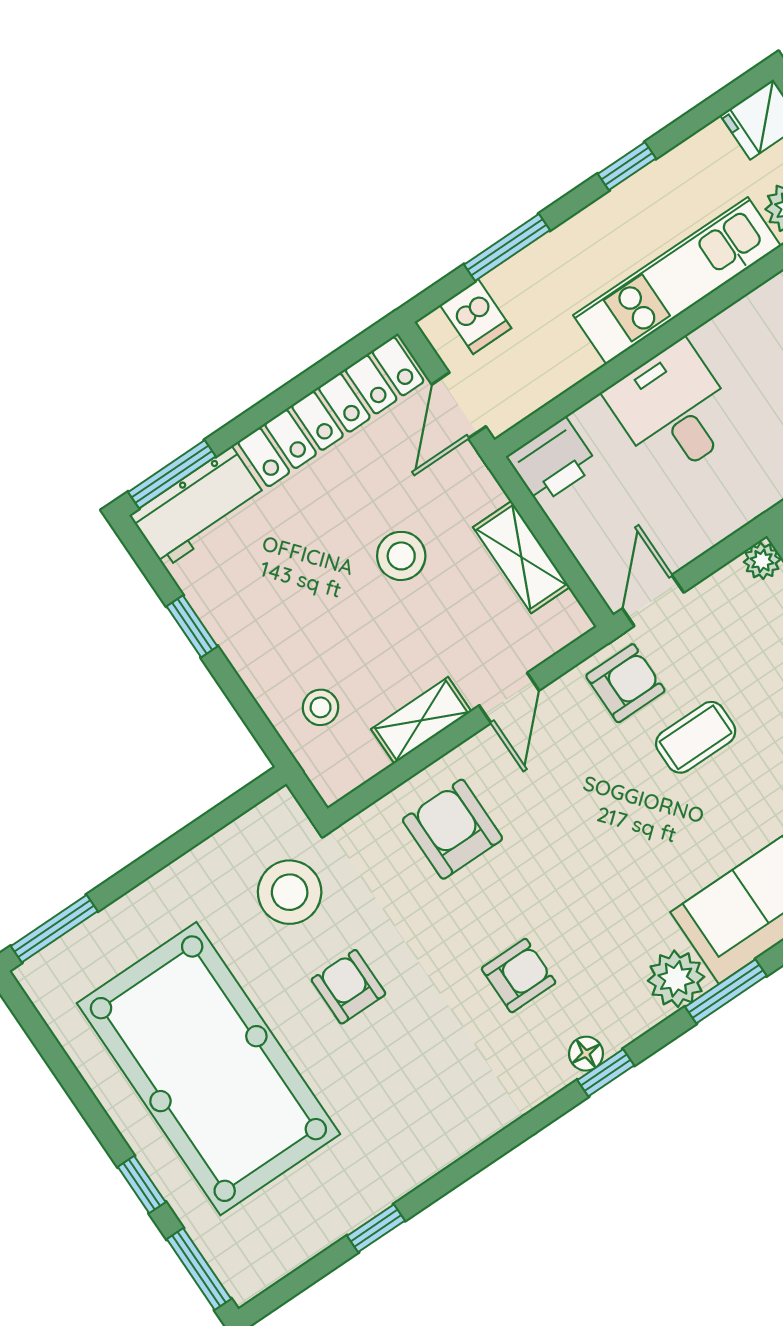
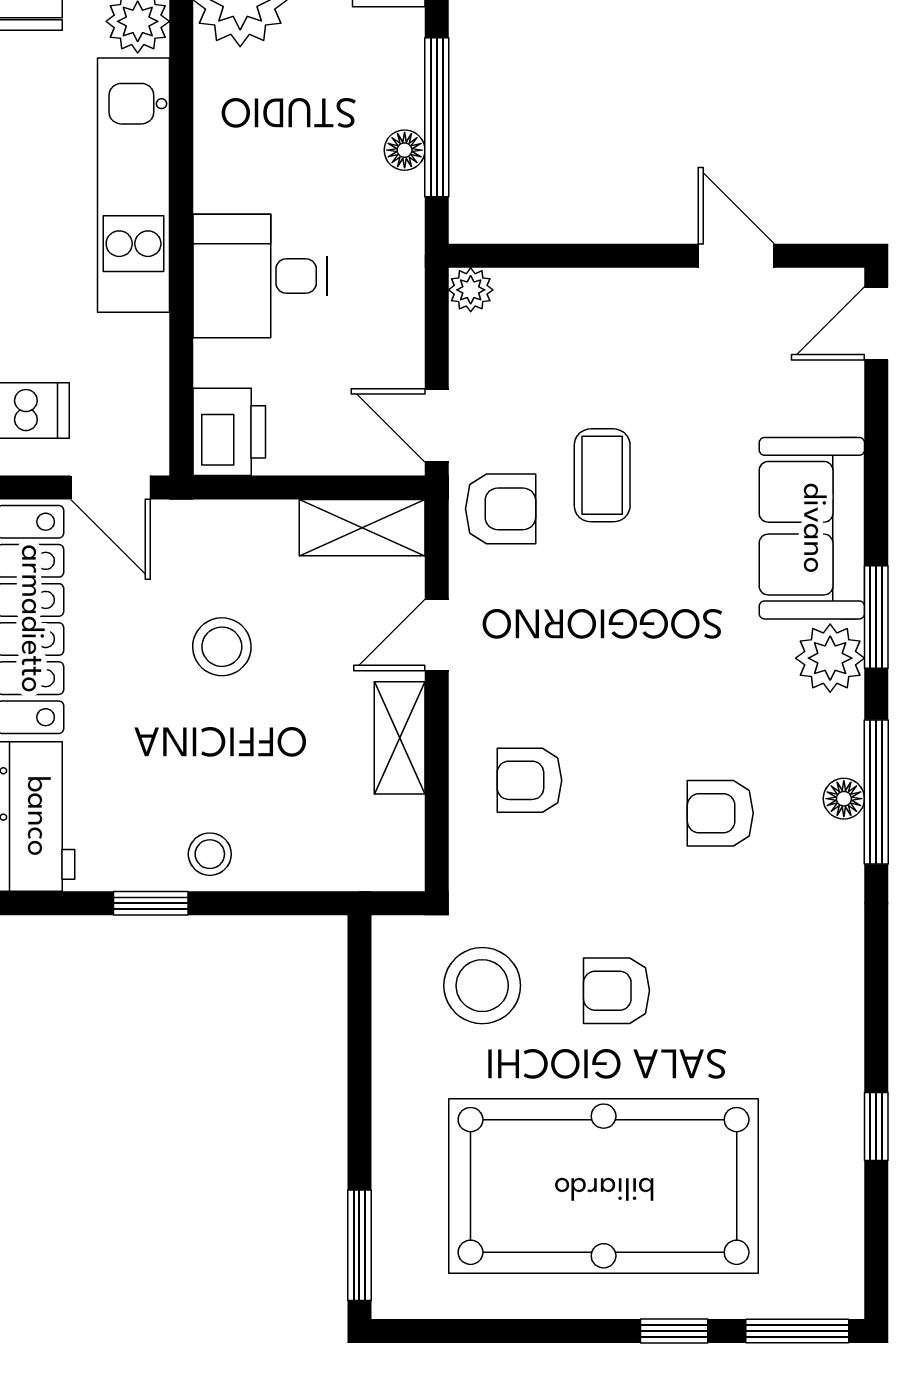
shelving: (521, 557) -> (362, 528), moved
armchair: (625, 683) -> (501, 509), turned 90
door: (509, 698) -> (437, 635), swing flipped
stool: (321, 707) -> (210, 854), moved
armchair: (452, 829) -> (529, 780), width x0.72, depth x0.72
armchair: (519, 976) -> (720, 813), turned -90
window: (606, 1073) -> (876, 792), width x2.17

